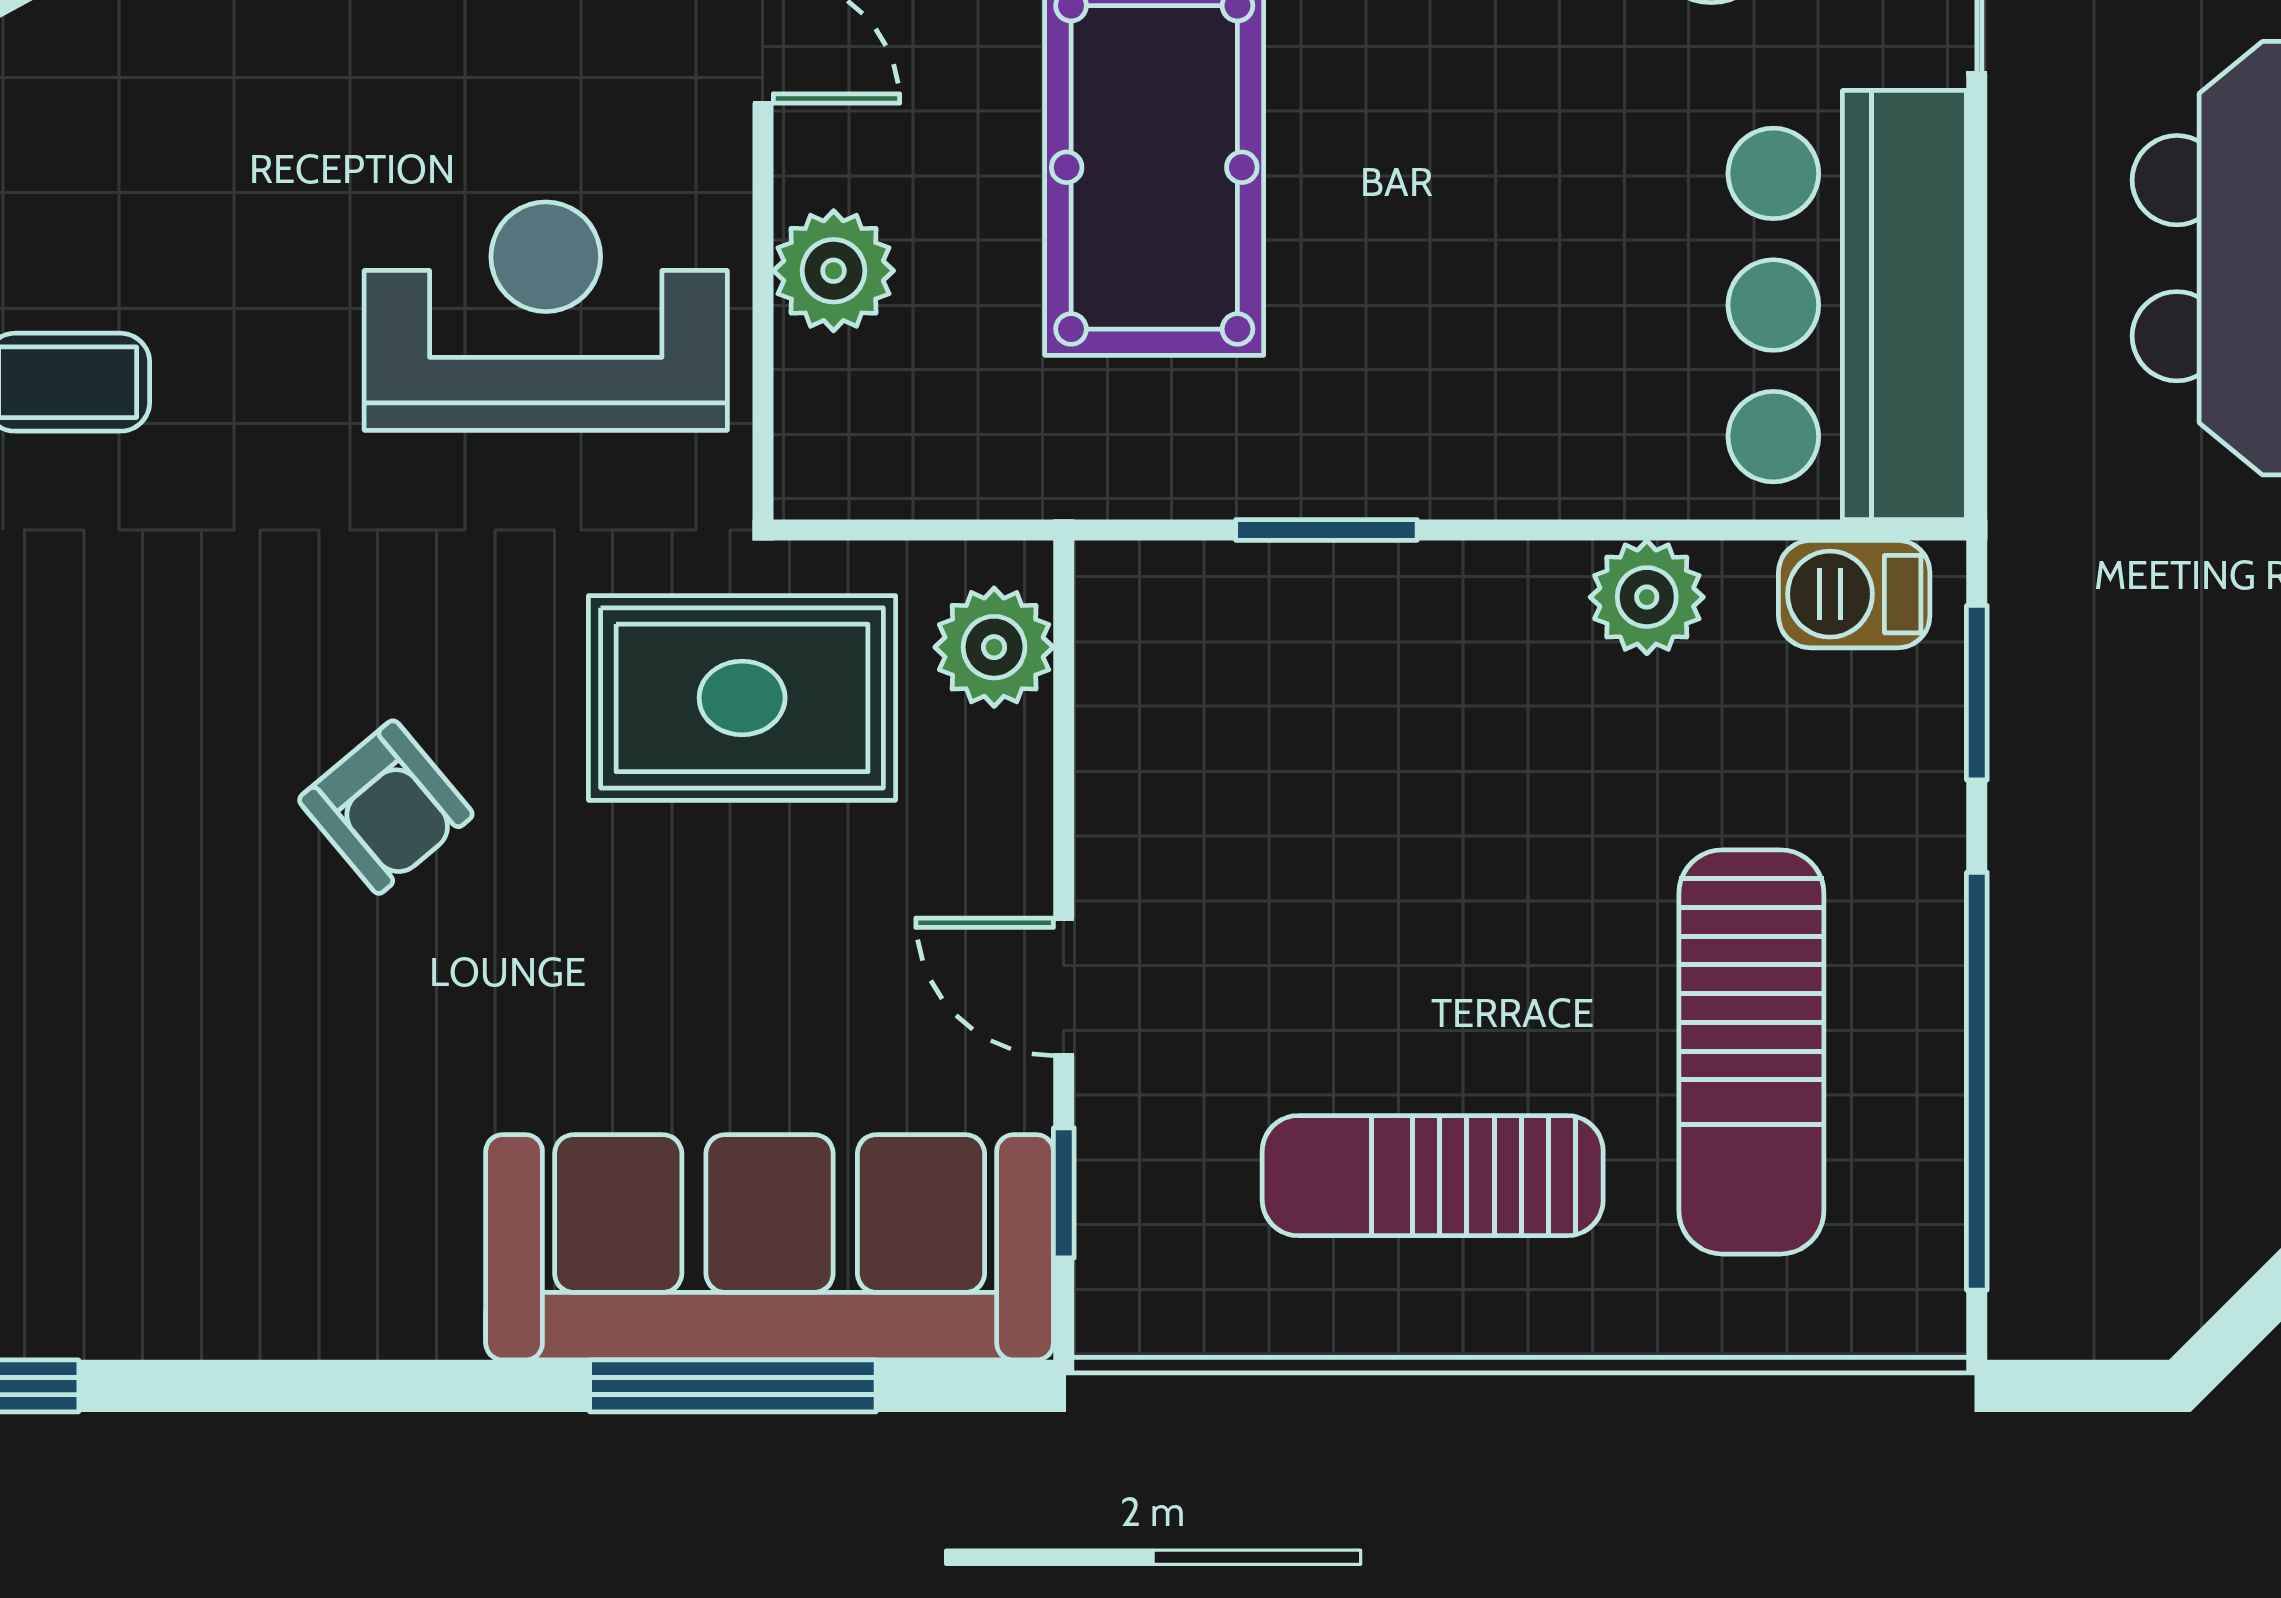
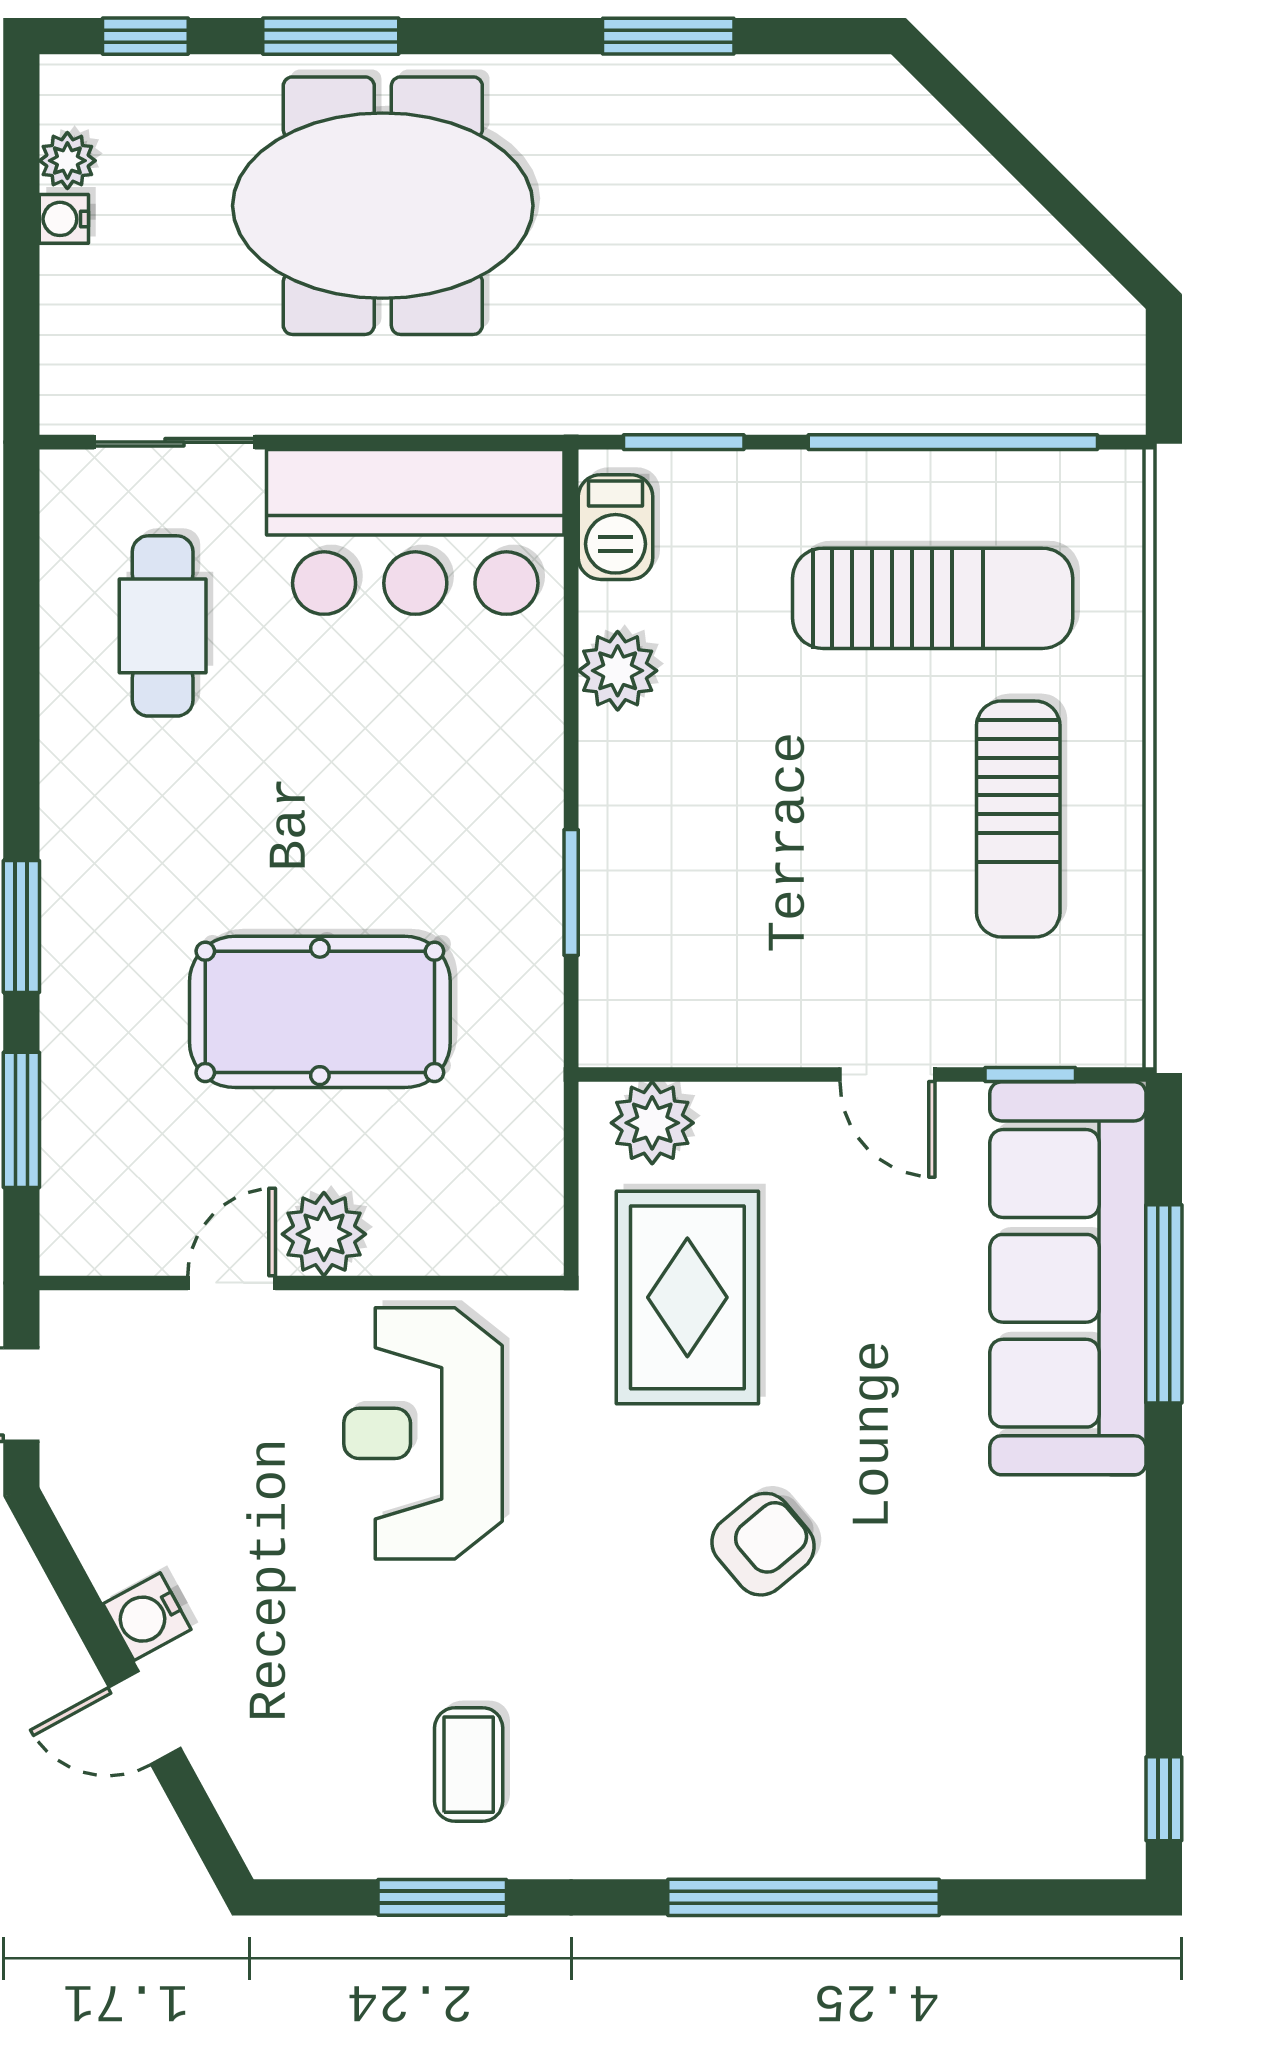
plant: (834, 271) -> (324, 1234), moved
door: (1064, 987) -> (888, 1075), hinge flipped

